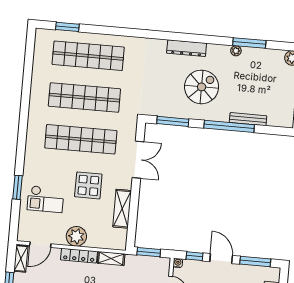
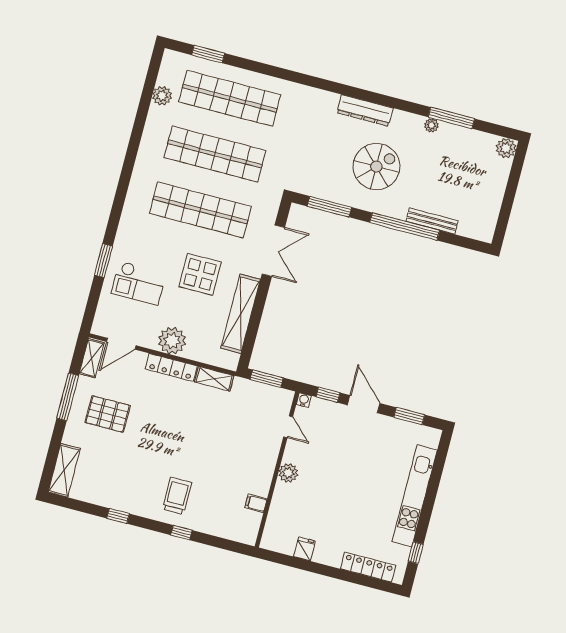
plant: (40, 62) -> (162, 96), added
shelving: (122, 209) -> (241, 314), width x1.47
window: (255, 262) -> (409, 416), width x0.69

